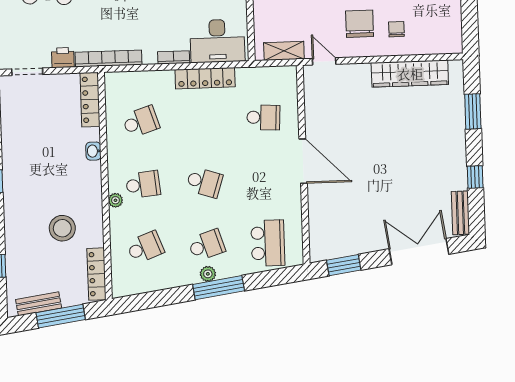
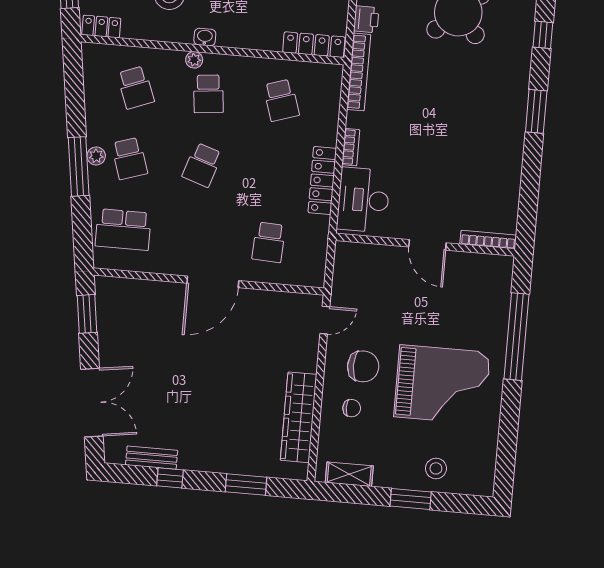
shelving: (284, 51) -> (349, 474), moved, turned 90
washbasin: (93, 151) -> (205, 37), moved
bench: (460, 213) -> (152, 458), moved
locker: (96, 274) -> (101, 27), width x0.66

